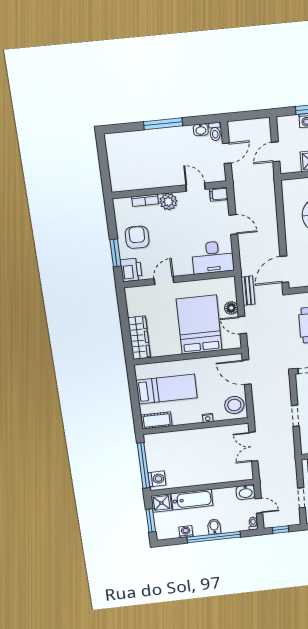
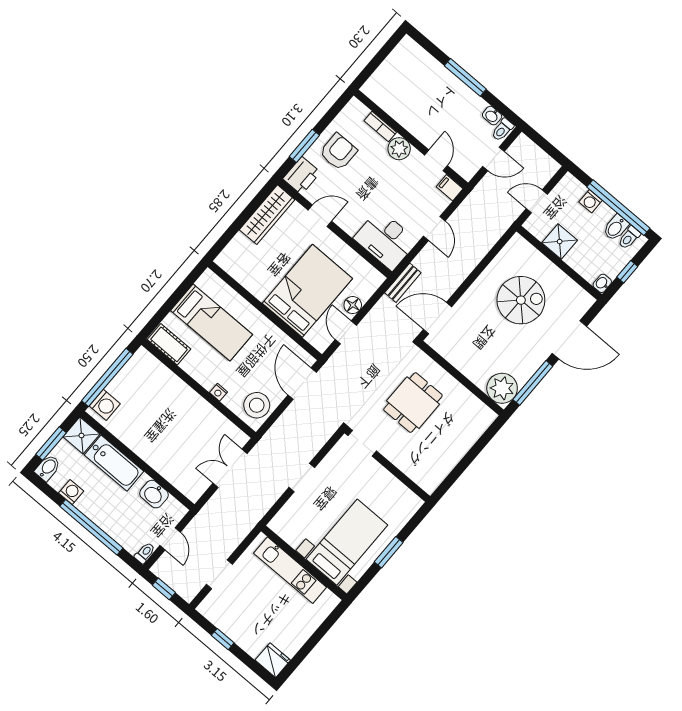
bench: (248, 291) -> (403, 283), moved
wardrobe: (139, 338) -> (267, 215), moved
washbasin: (246, 492) -> (154, 494), moved
bidet: (214, 527) -> (48, 468), moved

